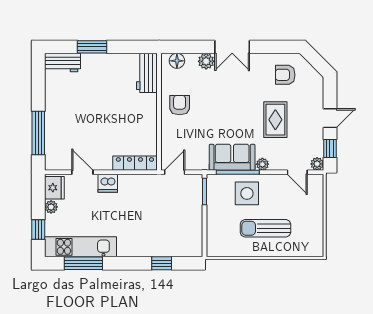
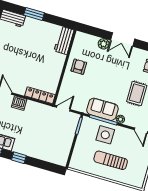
floor lamp: (177, 61) -> (85, 38), removed
window: (162, 263) -> (19, 158), moved

